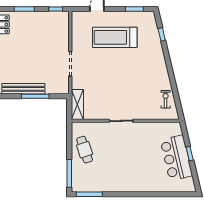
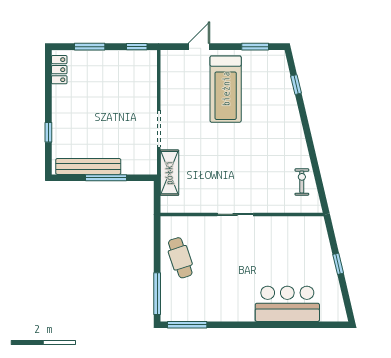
treadmill: (115, 37) -> (226, 89), turned -90
shelving: (77, 105) -> (169, 173), moved
bar counter: (176, 158) -> (287, 304), moved, turned 103

